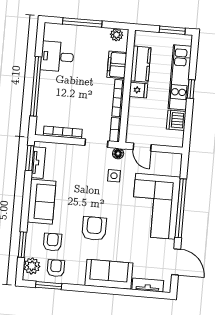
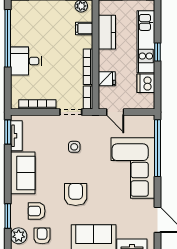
desk: (57, 57) -> (26, 61), moved
filing cabinet: (117, 65) -> (84, 29), width x0.50
window: (36, 86) -> (8, 38), moved
fridge: (138, 90) -> (107, 79), moved
floor lamp: (118, 154) -> (92, 120), removed
side table: (114, 176) -> (74, 147), moved
window: (181, 208) -> (157, 148), moved
armchair: (53, 242) -> (37, 211), turned -90

